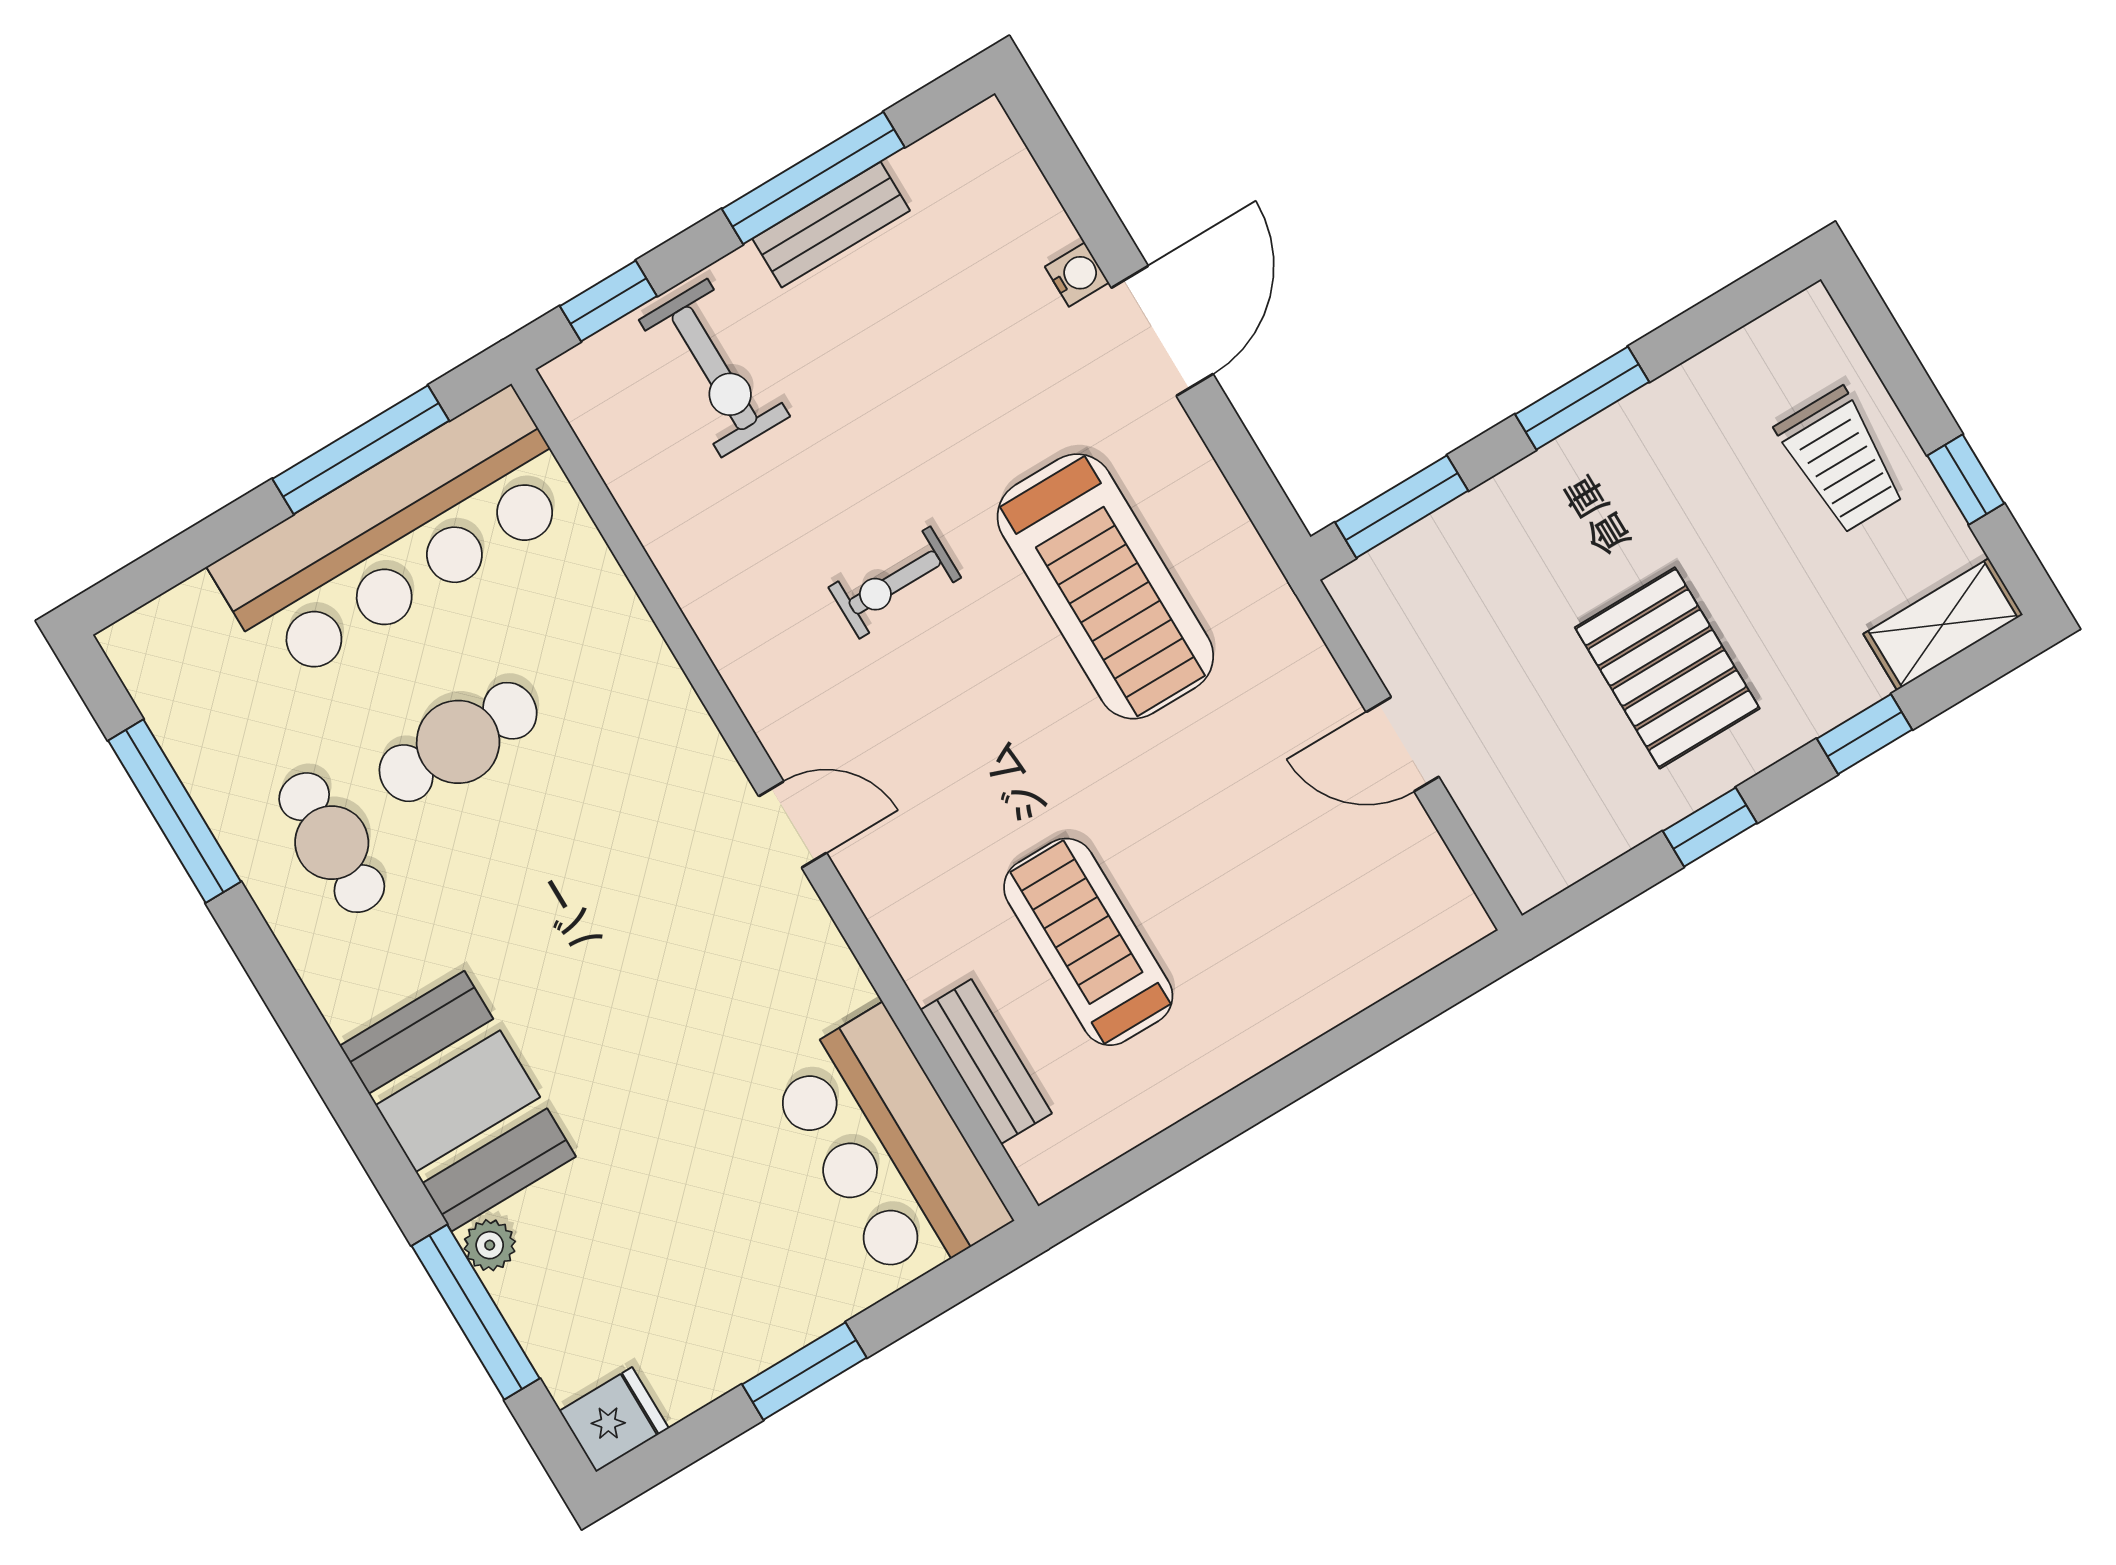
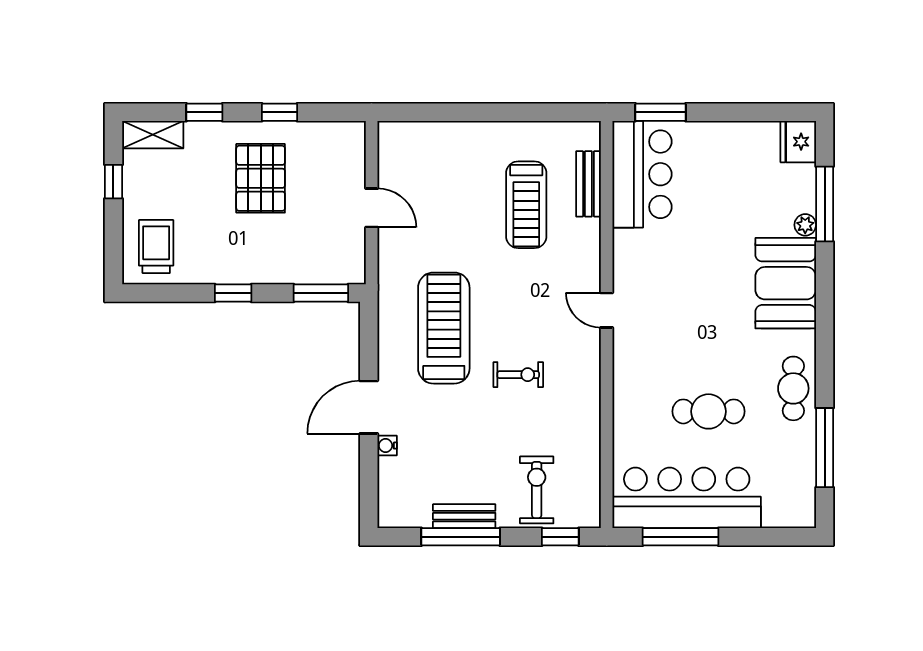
window: (1582, 398) -> (233, 293), width x0.67
trolley: (1841, 460) -> (156, 247), moved
cafe table: (332, 843) -> (793, 388), moved
window: (804, 1371) -> (661, 112), moved
fridge: (614, 1420) -> (798, 142), width x1.38

